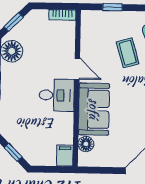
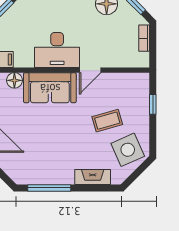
bookcase: (62, 15) -> (144, 38), moved
desk: (57, 95) -> (57, 50), width x1.37

